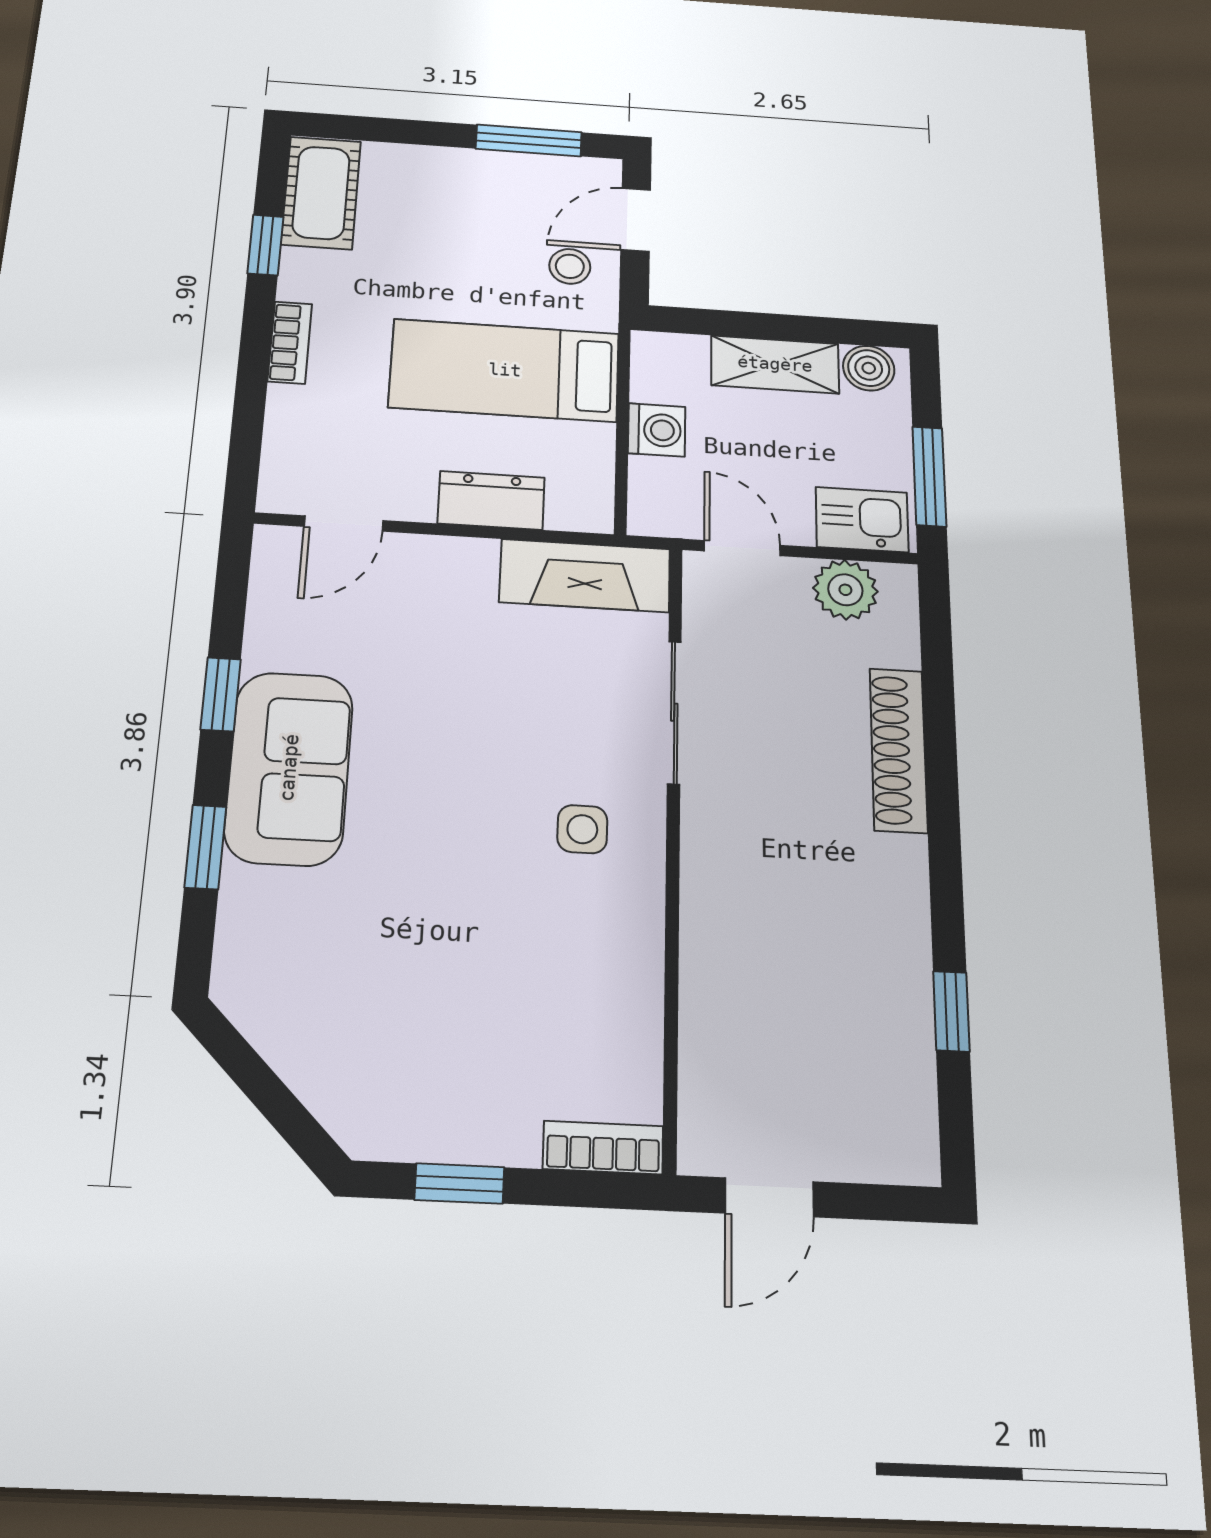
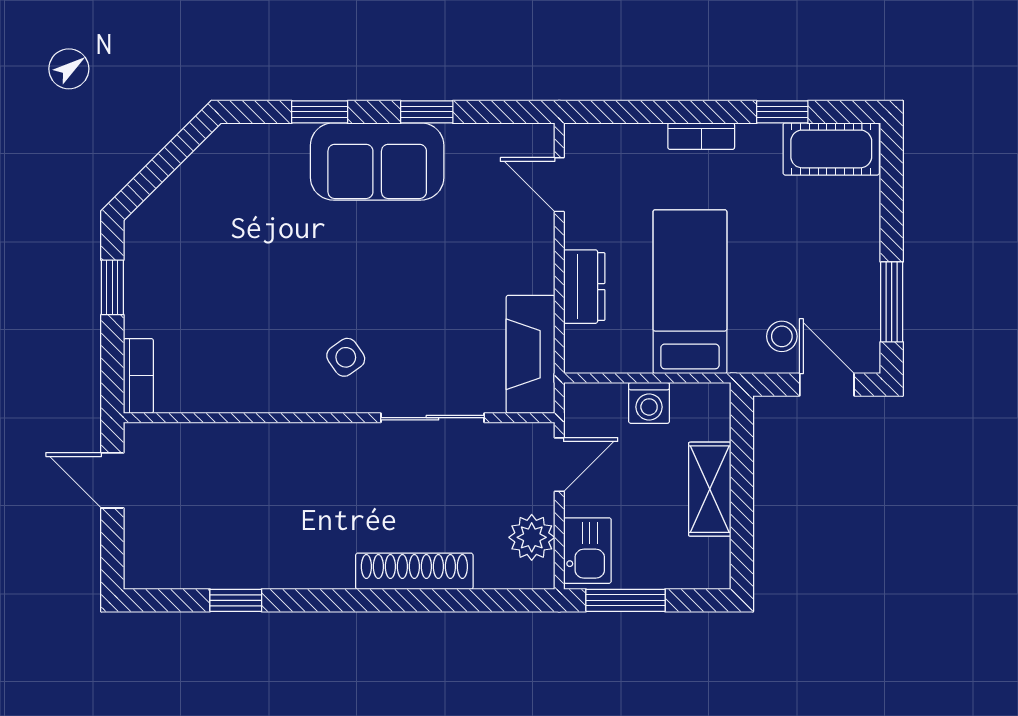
boiler: (869, 368) -> (712, 559), removed
side table: (582, 829) -> (346, 357), turned -35

